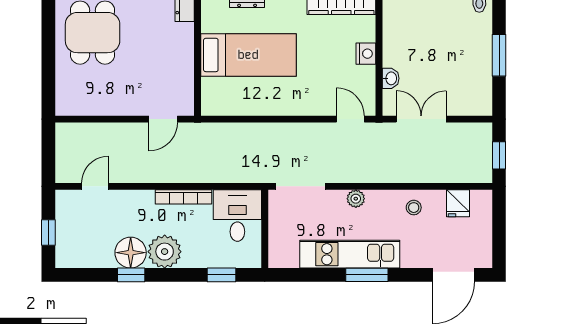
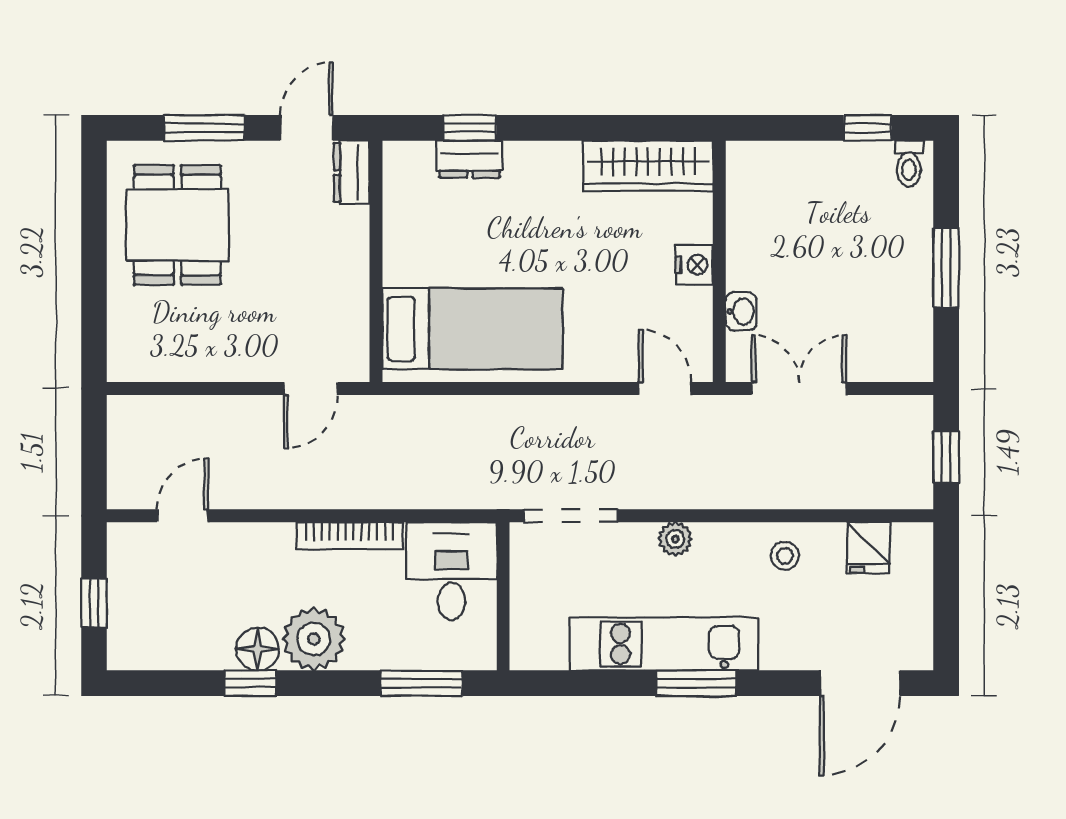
bed: (248, 55) -> (472, 329), moved
floor lamp: (131, 253) -> (257, 649), width x0.73, depth x0.73
window: (222, 275) -> (421, 683), width x1.50

